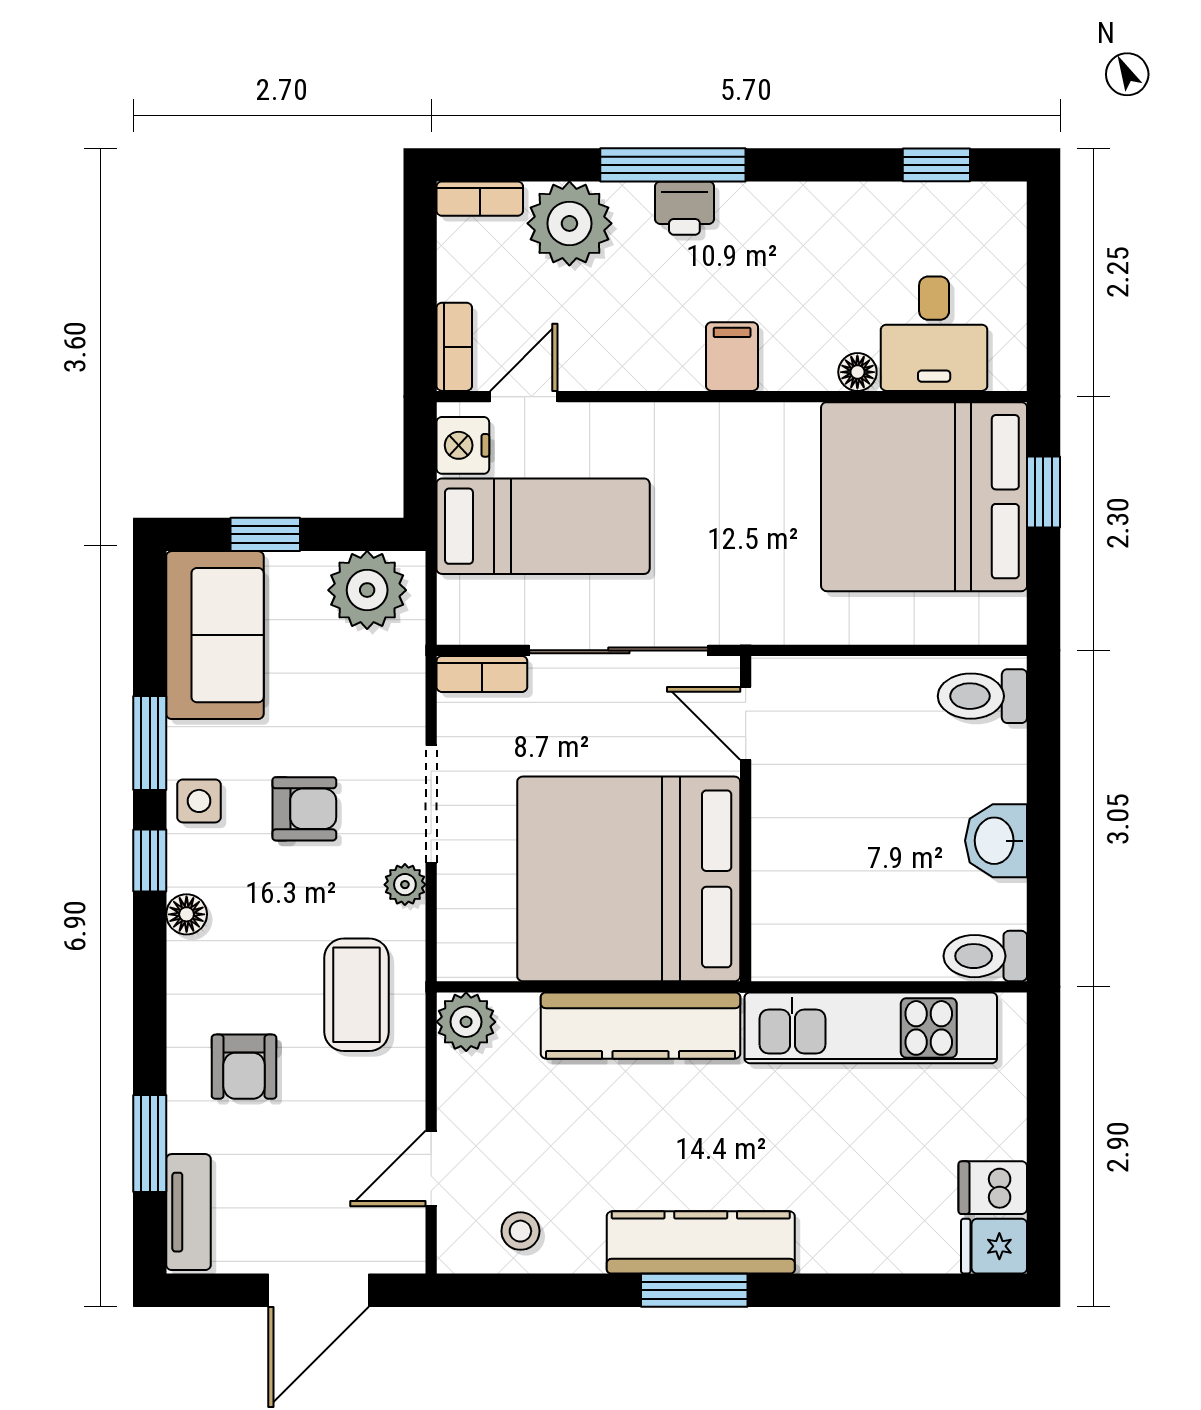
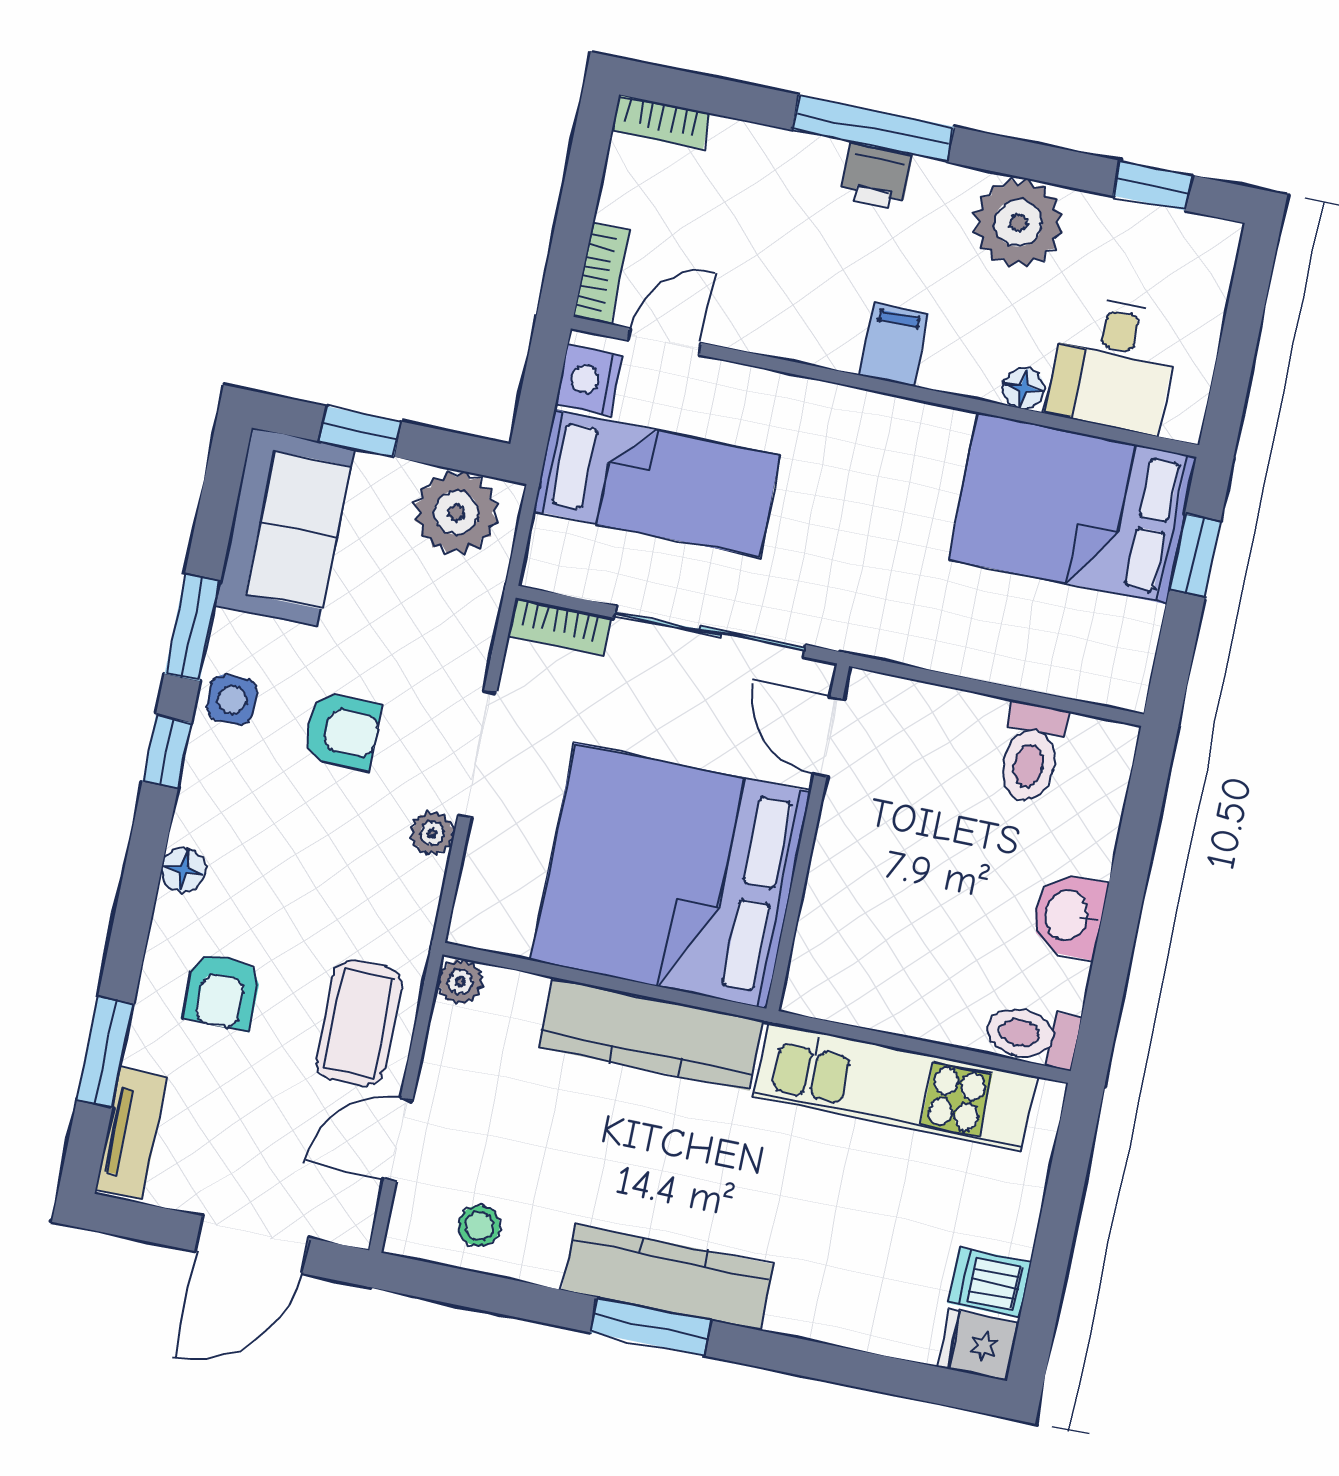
plant: (569, 223) -> (1018, 223), moved
bed: (924, 497) -> (1073, 508), width x0.73
toilet: (982, 696) -> (1031, 753), moved, turned -90
floor lamp: (187, 914) -> (183, 870), moved
coffee table: (357, 995) -> (358, 1023), moved
plant: (466, 1022) -> (460, 982), width x0.73, depth x0.73

